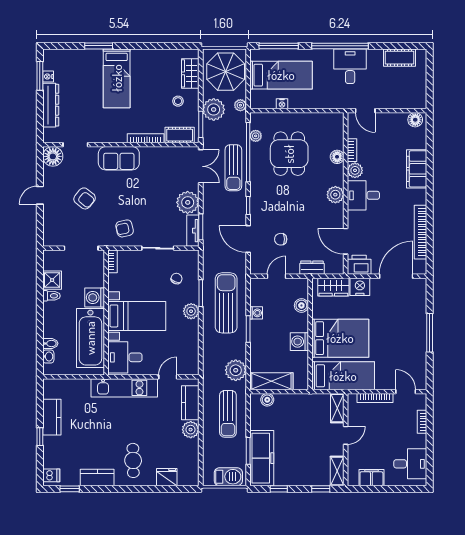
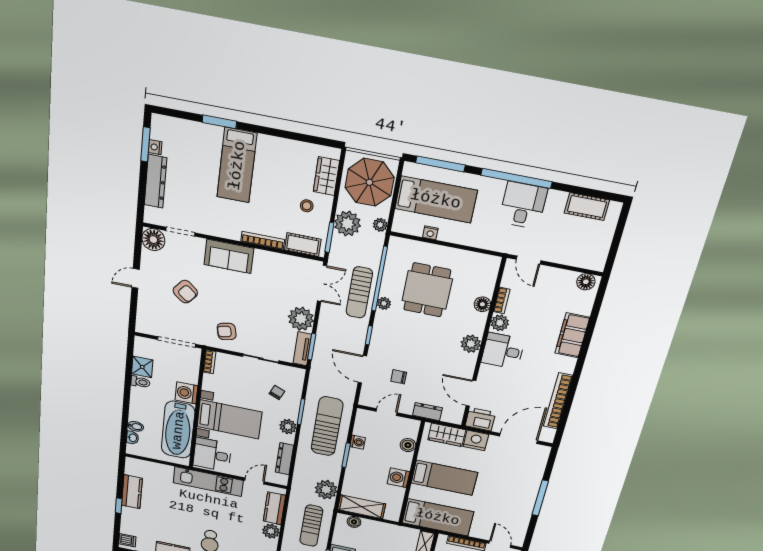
plant: (256, 136) -> (384, 303), moved
bed: (340, 338) -> (444, 478), width x0.67
dresser: (193, 346) -> (284, 459), added

